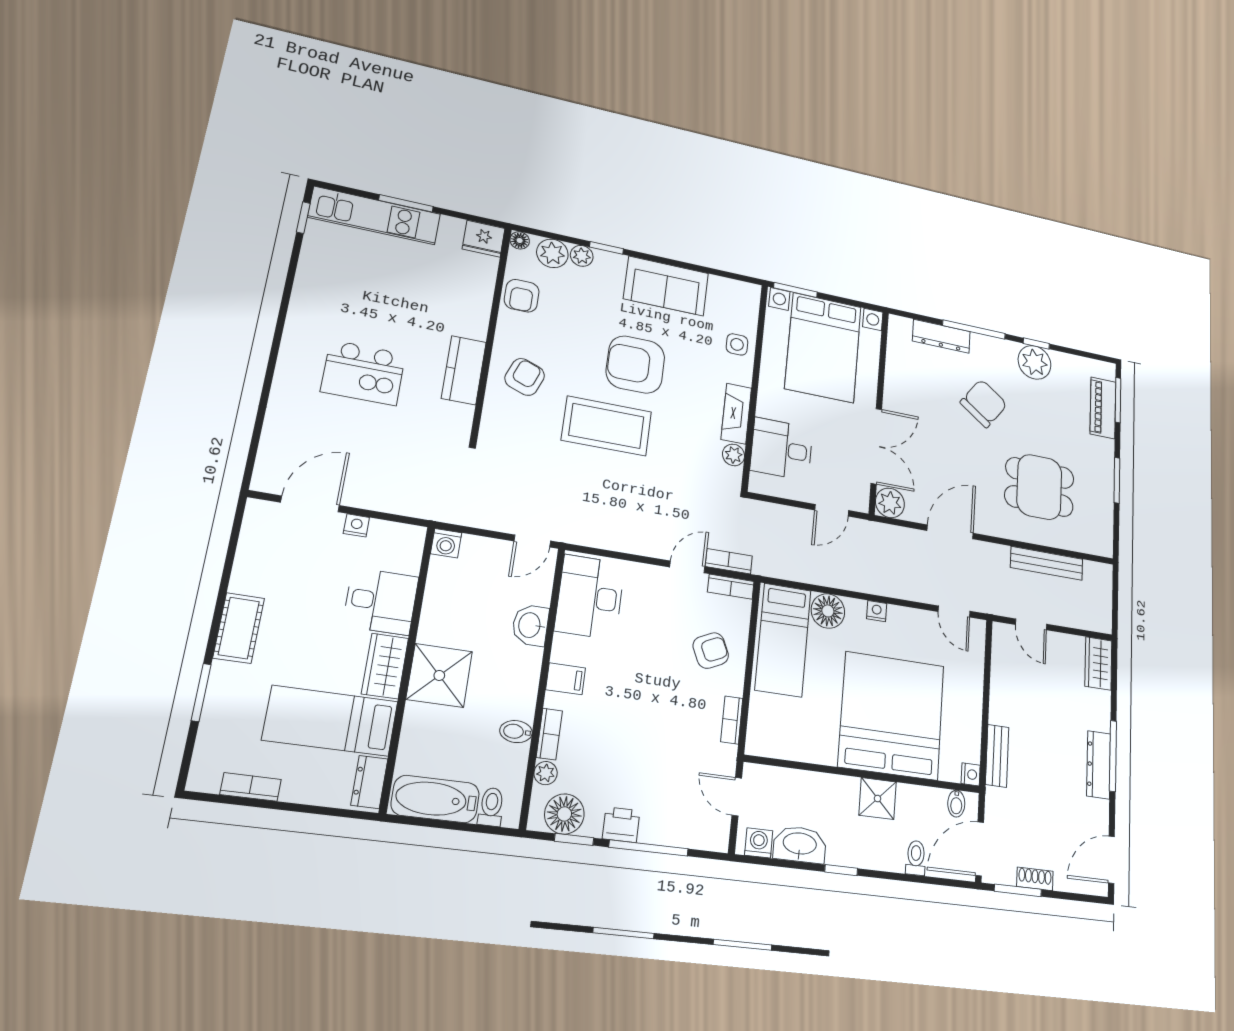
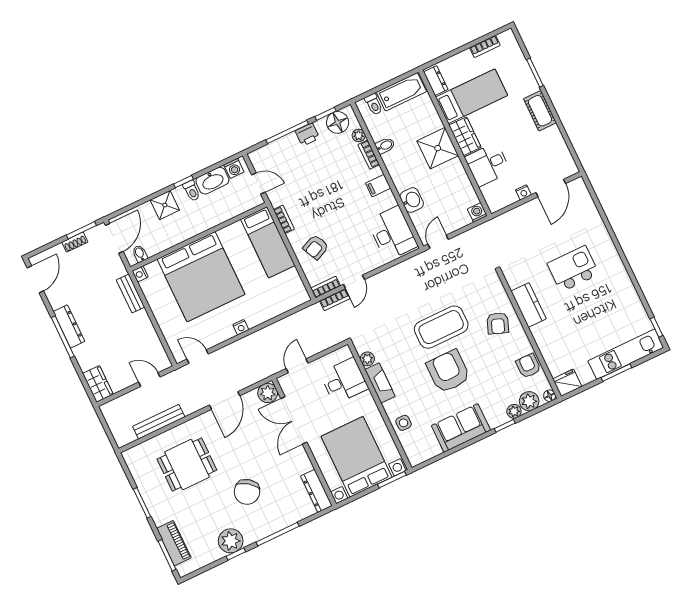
dresser: (941, 336) -> (316, 491), moved, turned -90
armchair: (635, 365) -> (448, 371), turned -90
floor lamp: (828, 611) -> (267, 309), removed
bed: (783, 640) -> (268, 242), moved, turned 180
shower: (878, 799) -> (165, 205), moved
toilet: (916, 858) -> (192, 191), moved

